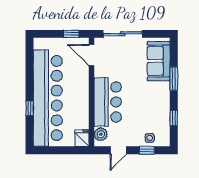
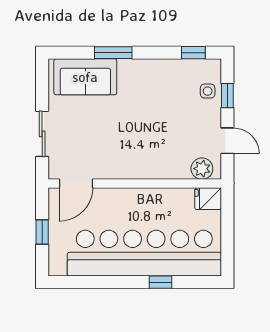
window: (71, 34) -> (42, 232), moved
sliding door: (123, 34) -> (42, 134), width x0.73
bar counter: (108, 102) -> (151, 158), removed
window: (174, 118) -> (193, 53), moved

